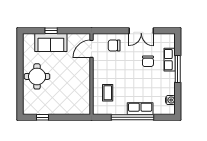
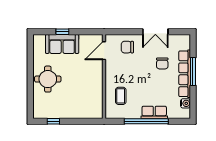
row of seats: (170, 60) -> (185, 74), width x2.02

